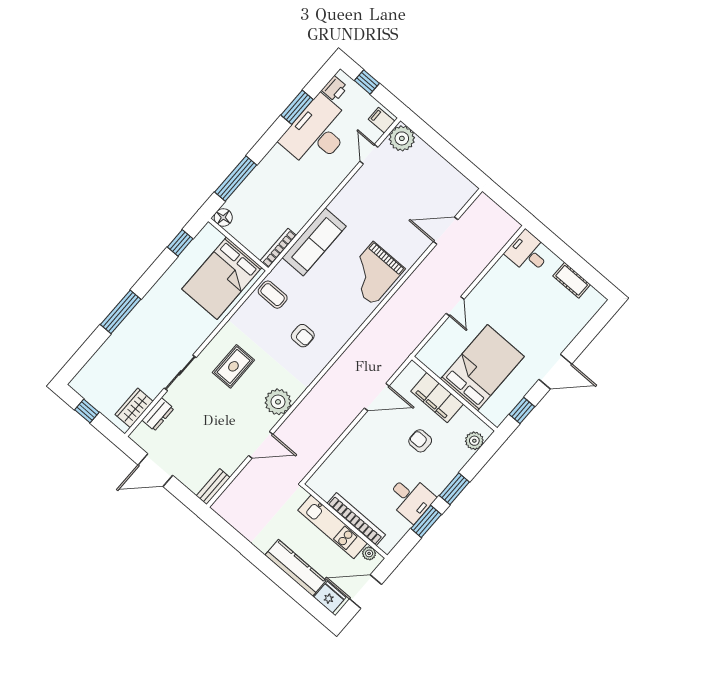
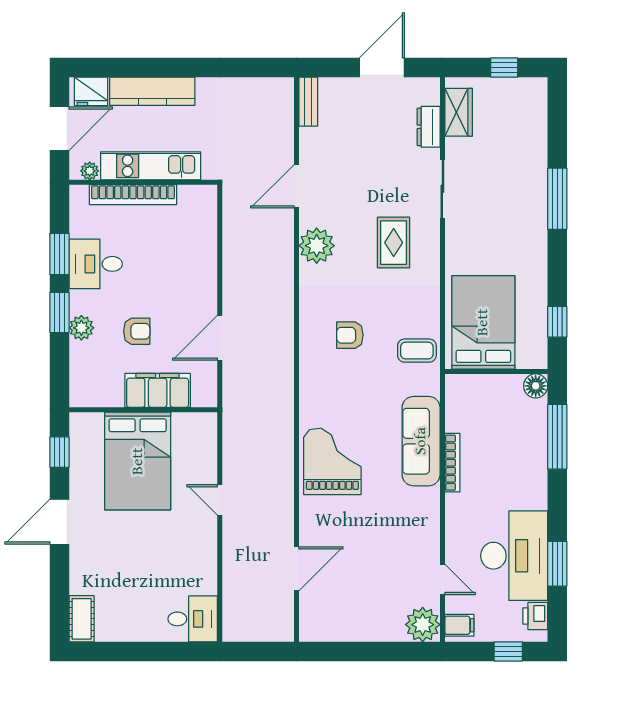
bookcase: (278, 248) -> (452, 463), moved
cot: (572, 280) -> (82, 619), moved, turned 90
plant: (474, 441) -> (81, 328), moved

